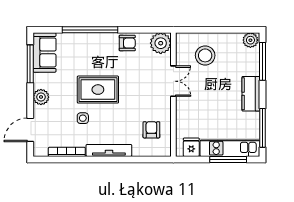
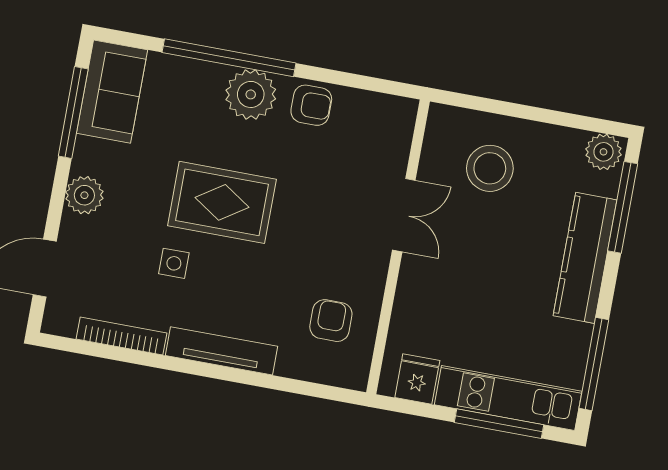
plant: (161, 43) -> (251, 94), moved
kitchen counter: (251, 94) -> (585, 258), width x1.50

